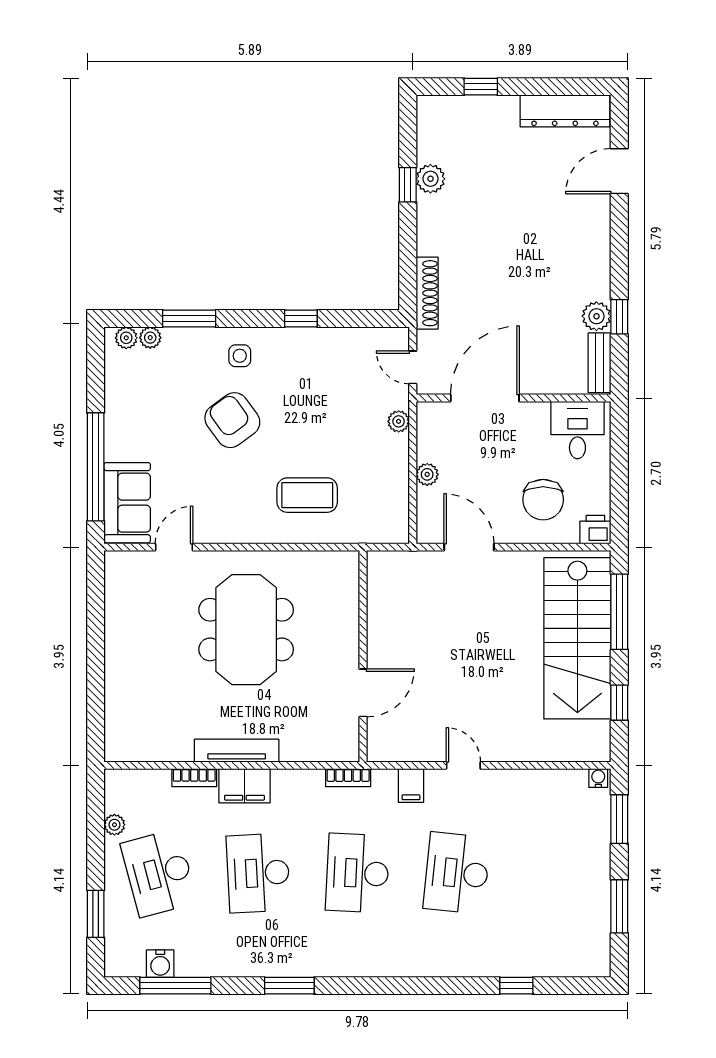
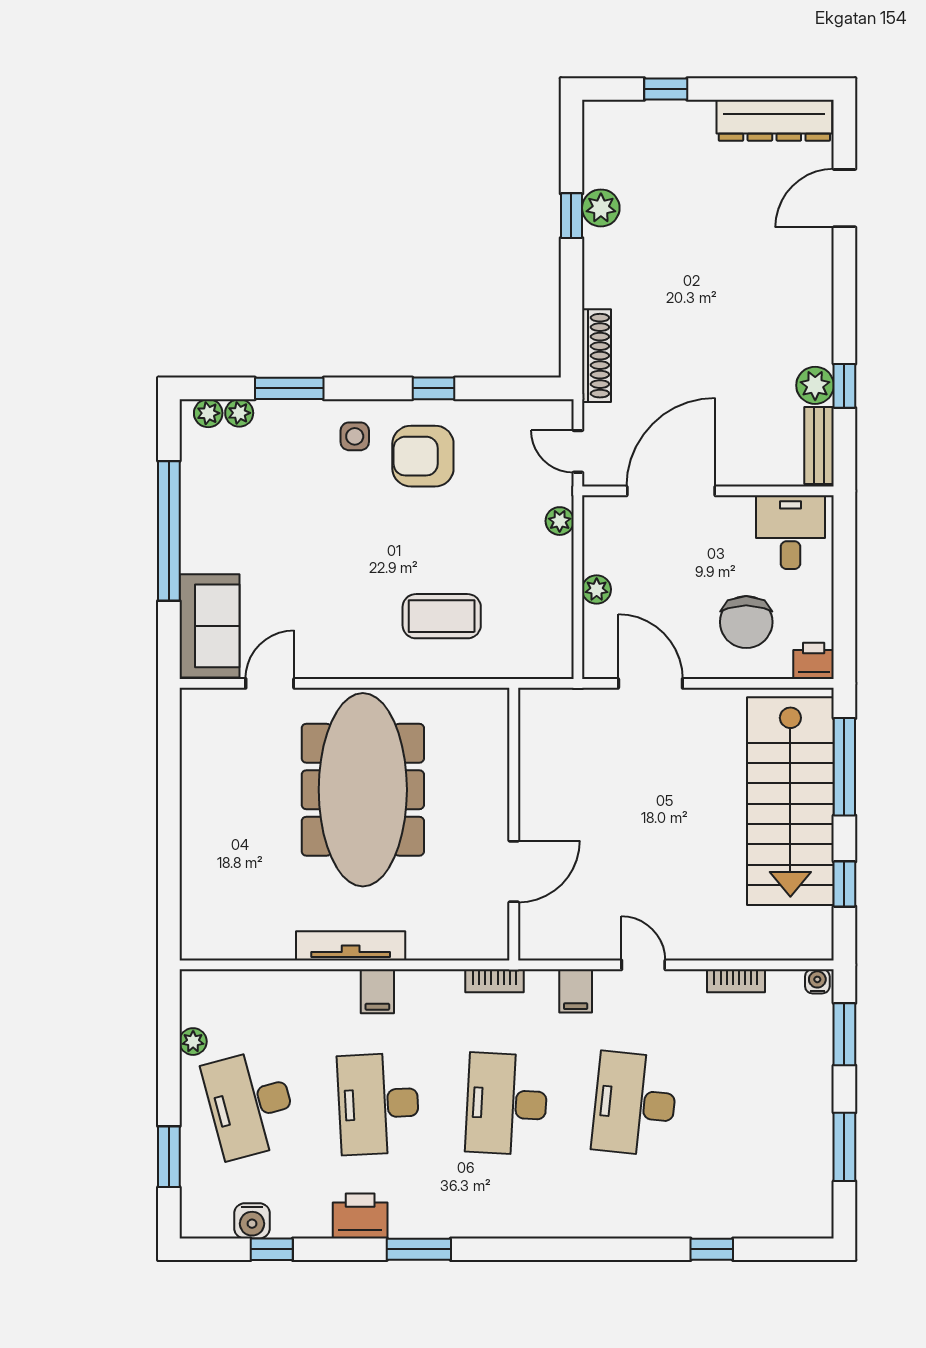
armchair: (232, 420) -> (423, 456), moved, turned -54
window: (96, 467) -> (169, 531), moved
meeting table: (246, 630) -> (363, 790), width x1.36
bookcase: (194, 778) -> (736, 981), moved
filing cabinet: (244, 786) -> (377, 991), width x0.50
printer: (244, 960) -> (360, 1216), added
window: (175, 986) -> (272, 1249), width x0.46

